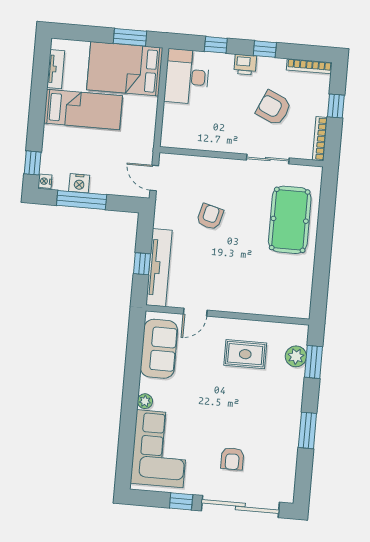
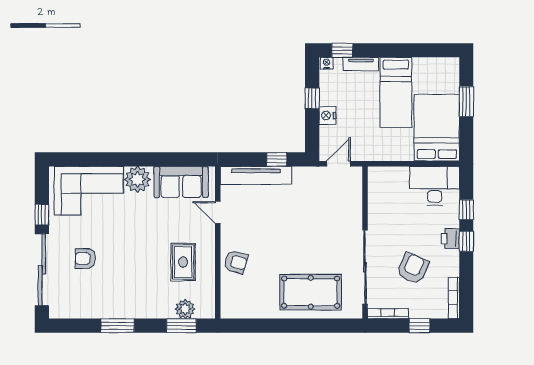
window: (130, 37) -> (466, 102), moved
window: (265, 49) -> (466, 241), moved
tv unit: (56, 69) -> (361, 64), moved
sliding door: (268, 159) -> (365, 267), width x1.86
nightstand: (79, 183) -> (327, 115), moved
window: (82, 200) -> (312, 98), width x0.46
armchair: (210, 217) -> (236, 262), moved
window: (142, 264) -> (277, 159), moved
plant: (145, 401) -> (138, 179), width x1.88, depth x1.88

